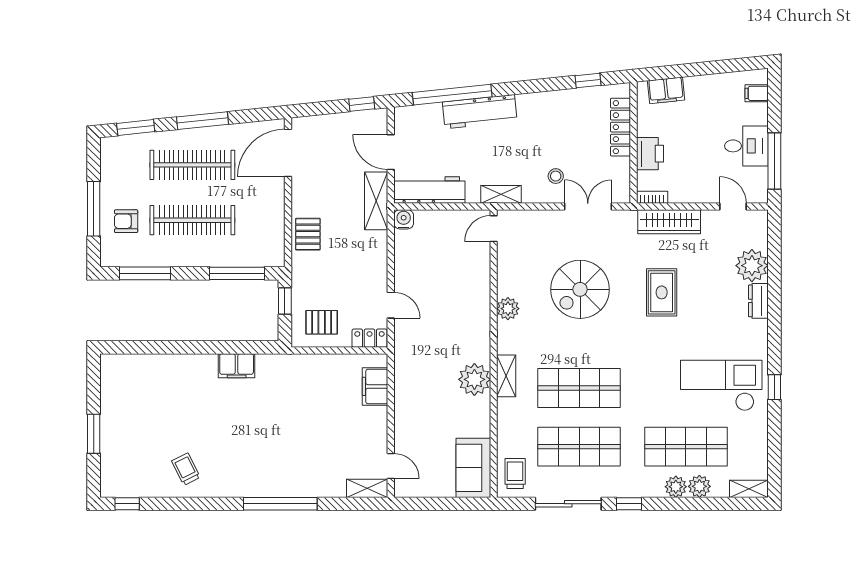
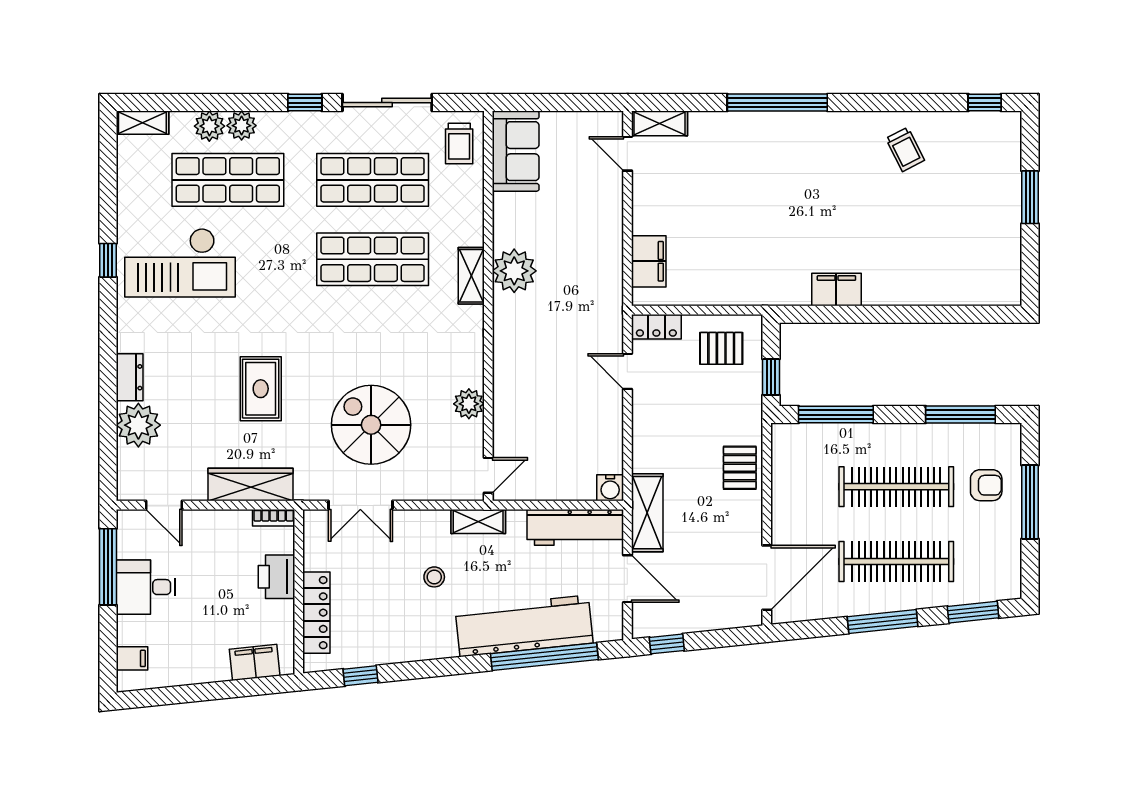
workbench: (480, 112) -> (524, 626), width x1.36, depth x1.32
stool: (556, 176) -> (434, 577), moved
spiral stairs: (580, 289) -> (371, 425), moved, turned -90
plant: (508, 309) -> (469, 404), moved

